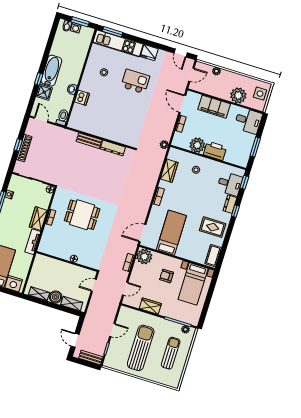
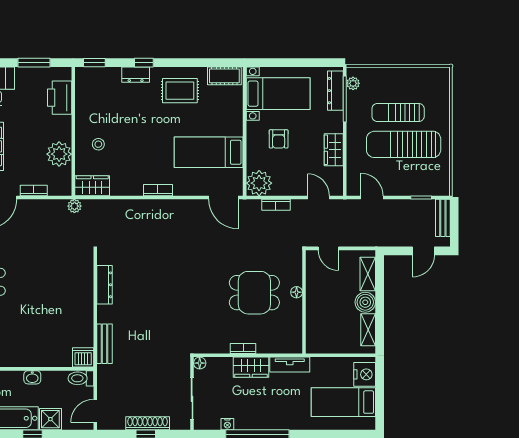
dishwasher: (82, 98) -> (83, 357), moved
bench: (89, 141) -> (105, 344), moved
printer: (215, 151) -> (60, 98), moved
wardrobe: (169, 171) -> (92, 186), moved
desk: (230, 184) -> (104, 85), removed
dining table: (82, 215) -> (254, 293), moved, turned 90
rug: (213, 227) -> (180, 91), turned 90
dresser: (184, 318) -> (335, 91), added
door: (112, 330) -> (372, 197), moved
sun lounger: (171, 353) -> (398, 113), moved

